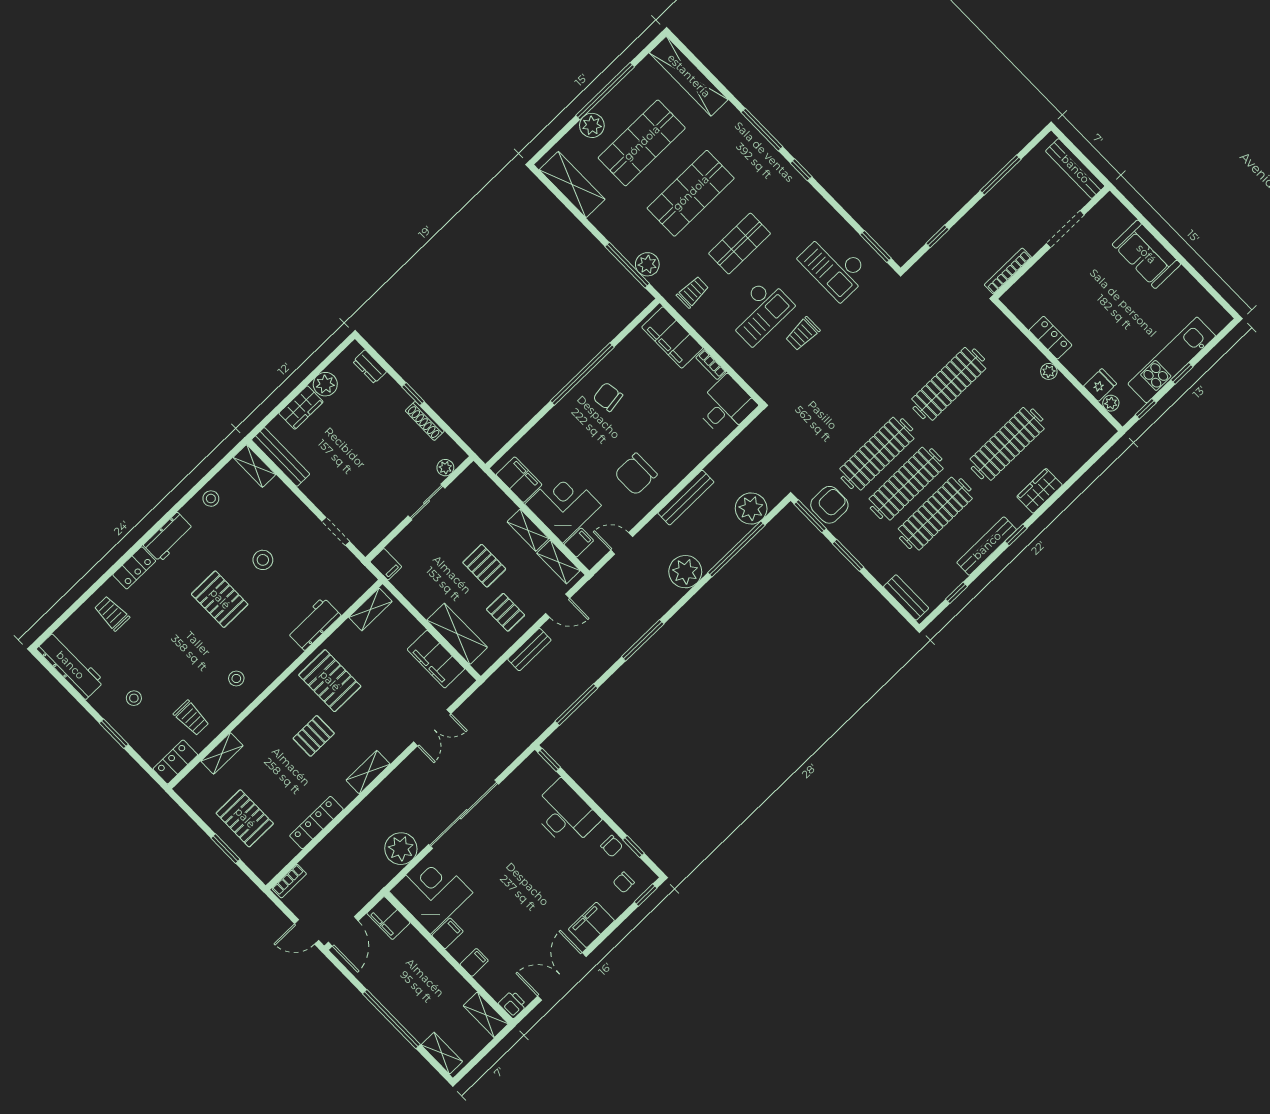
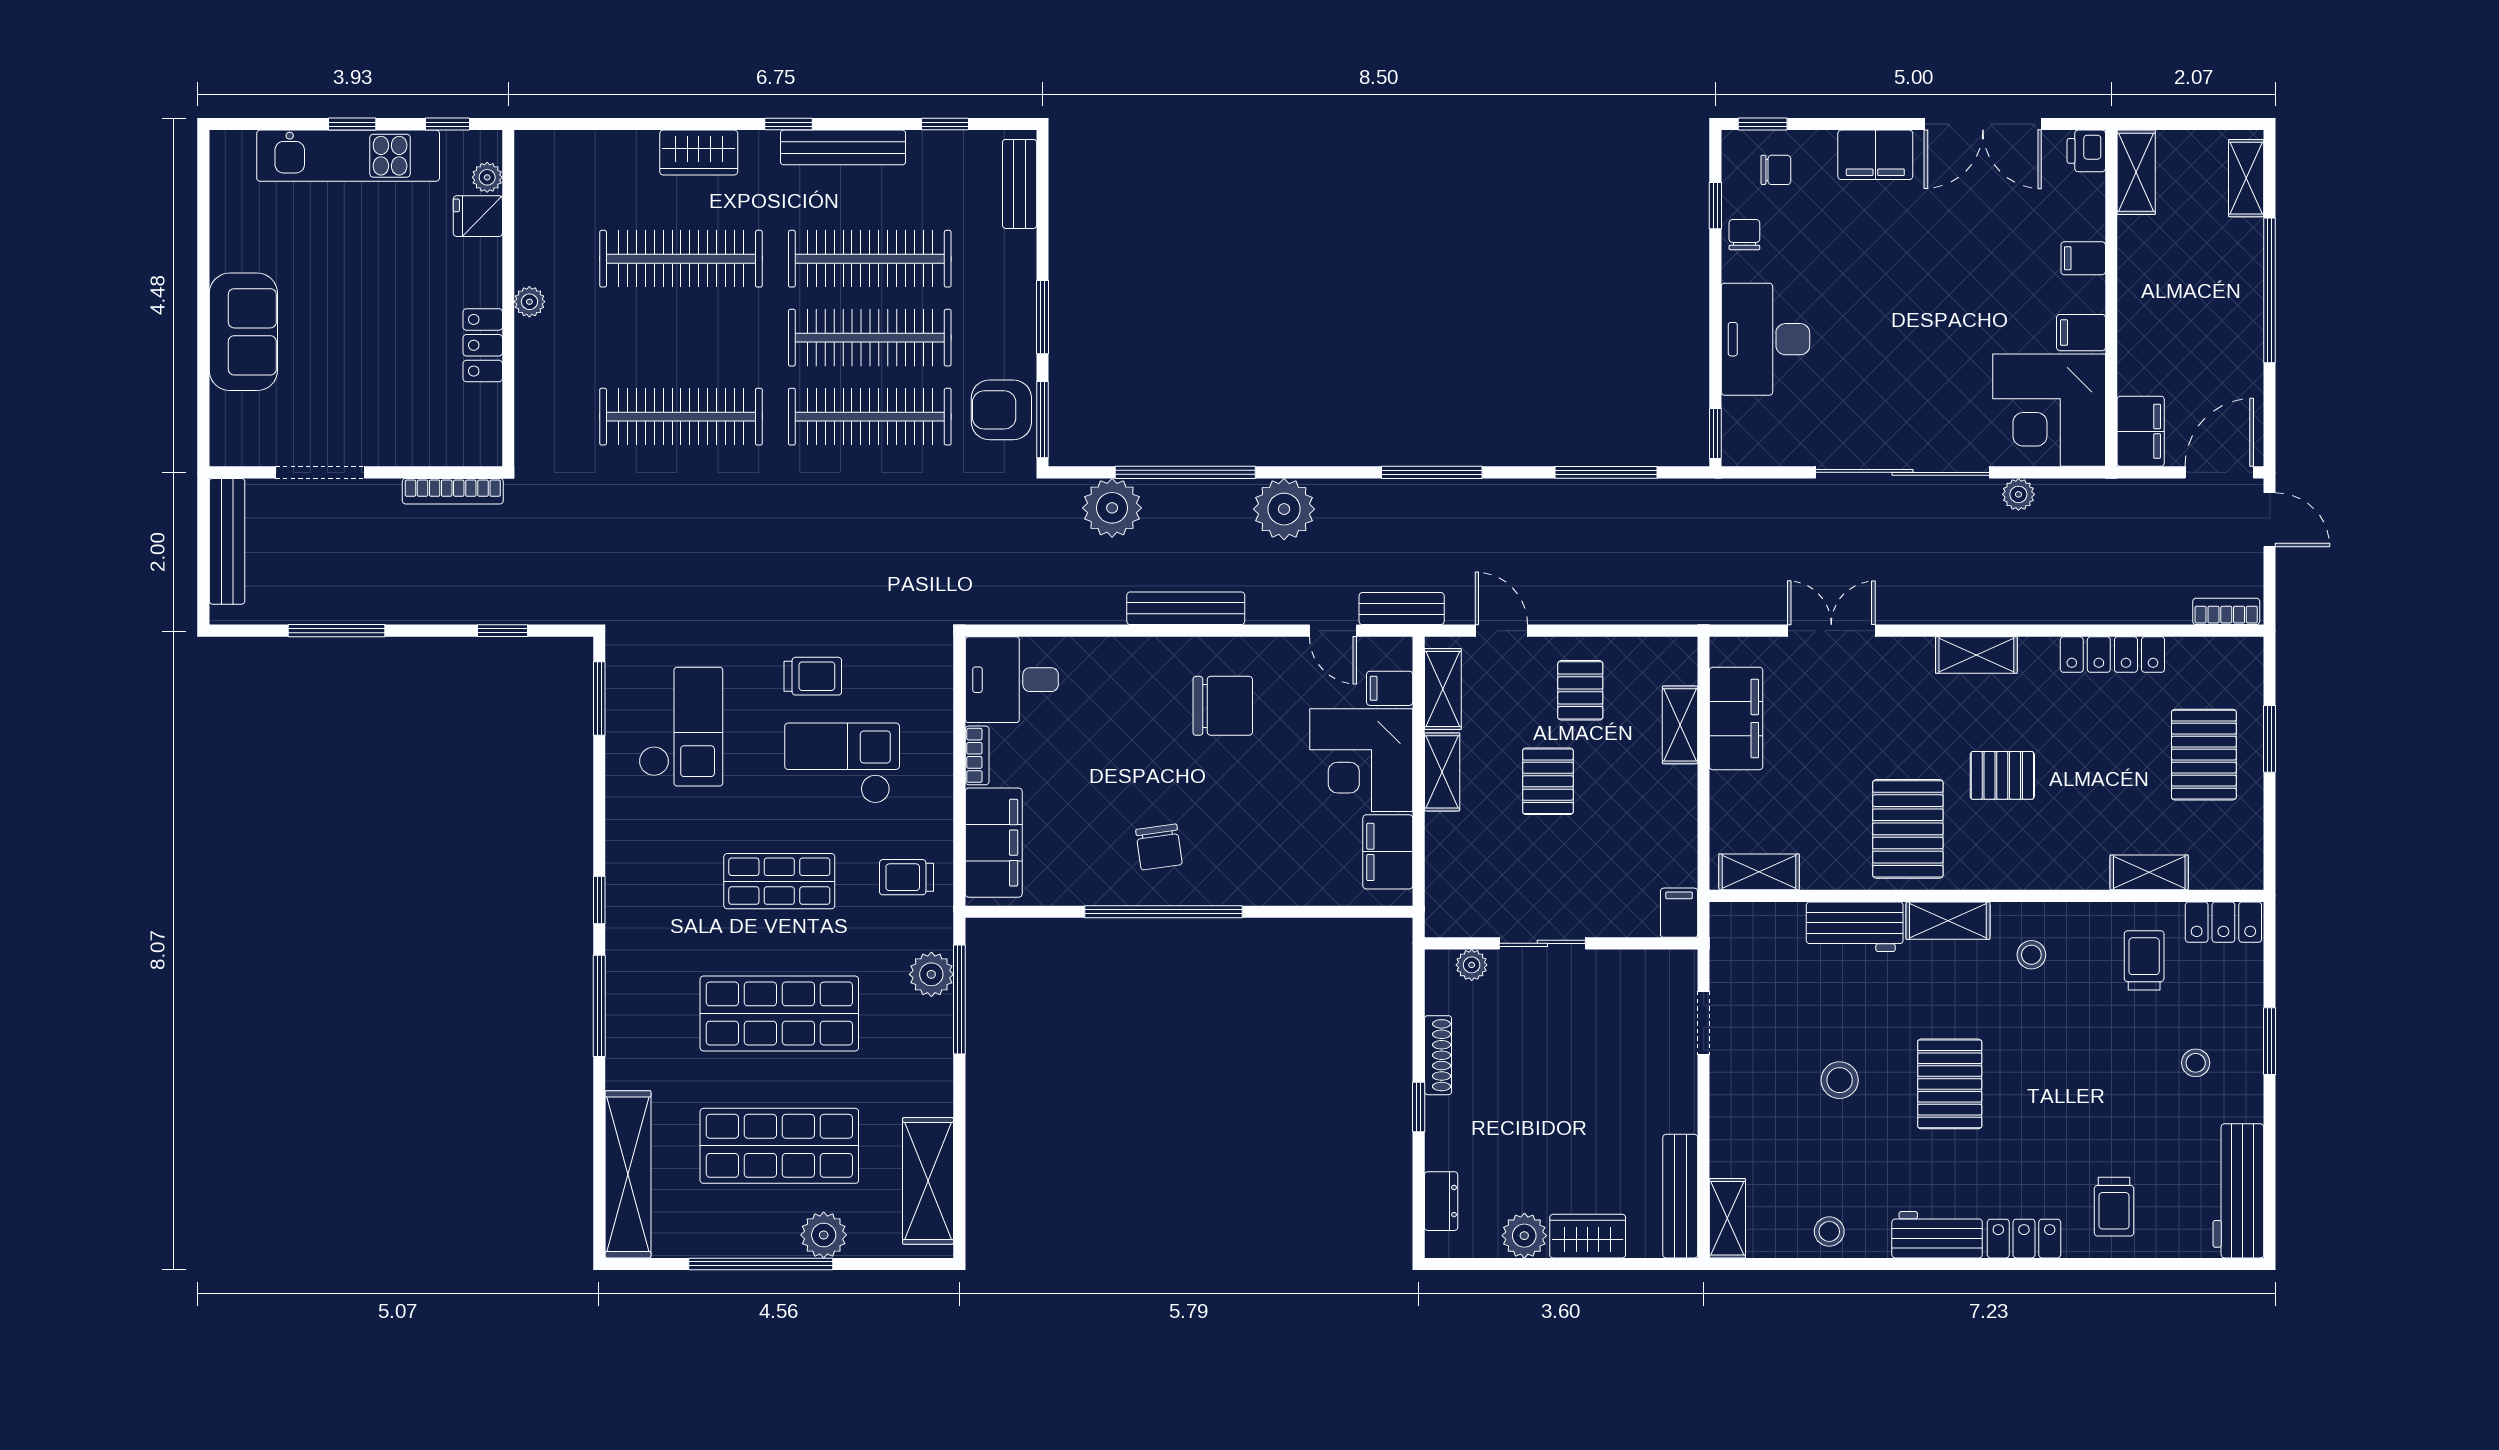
shelving: (457, 634) -> (1680, 725), width x0.67, depth x0.75
bench: (529, 650) -> (1402, 609), moved
shelving: (281, 661) -> (1948, 921), added
plant: (401, 849) -> (2018, 494), width x0.53, depth x0.53

